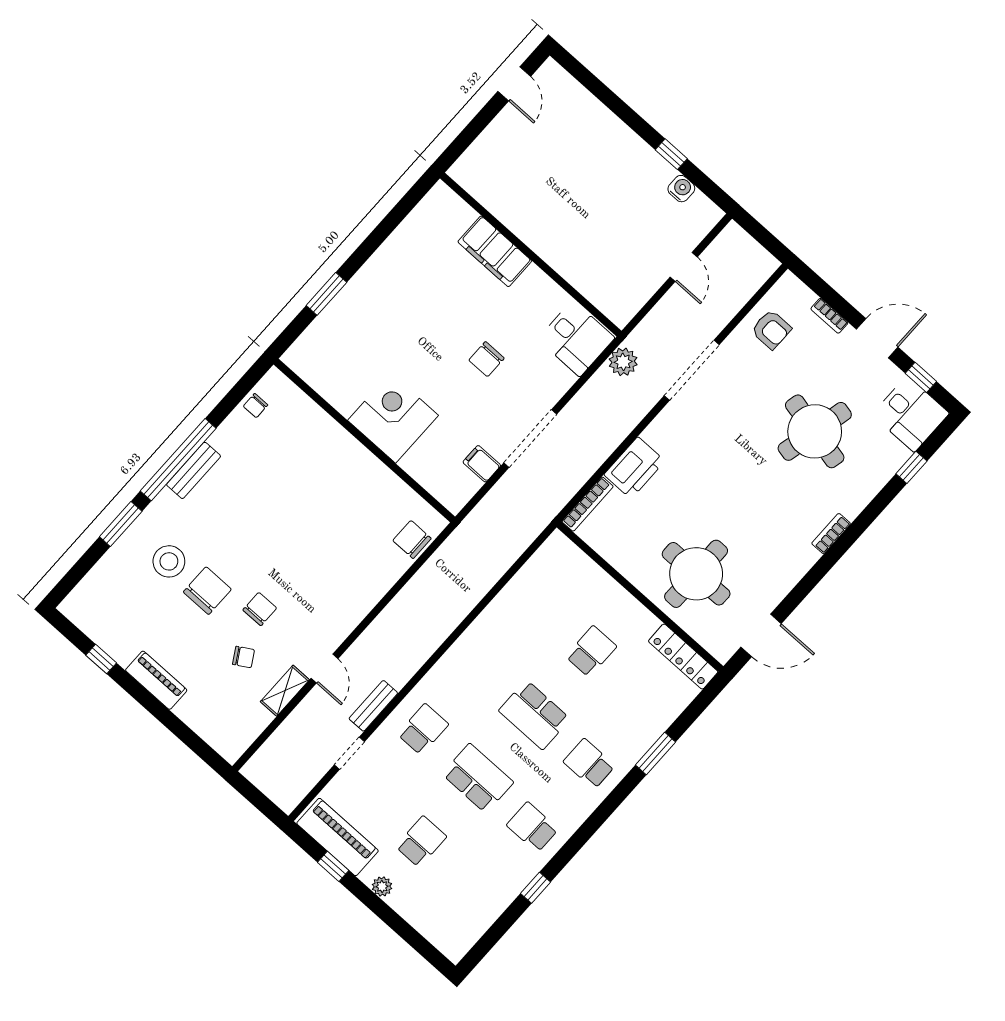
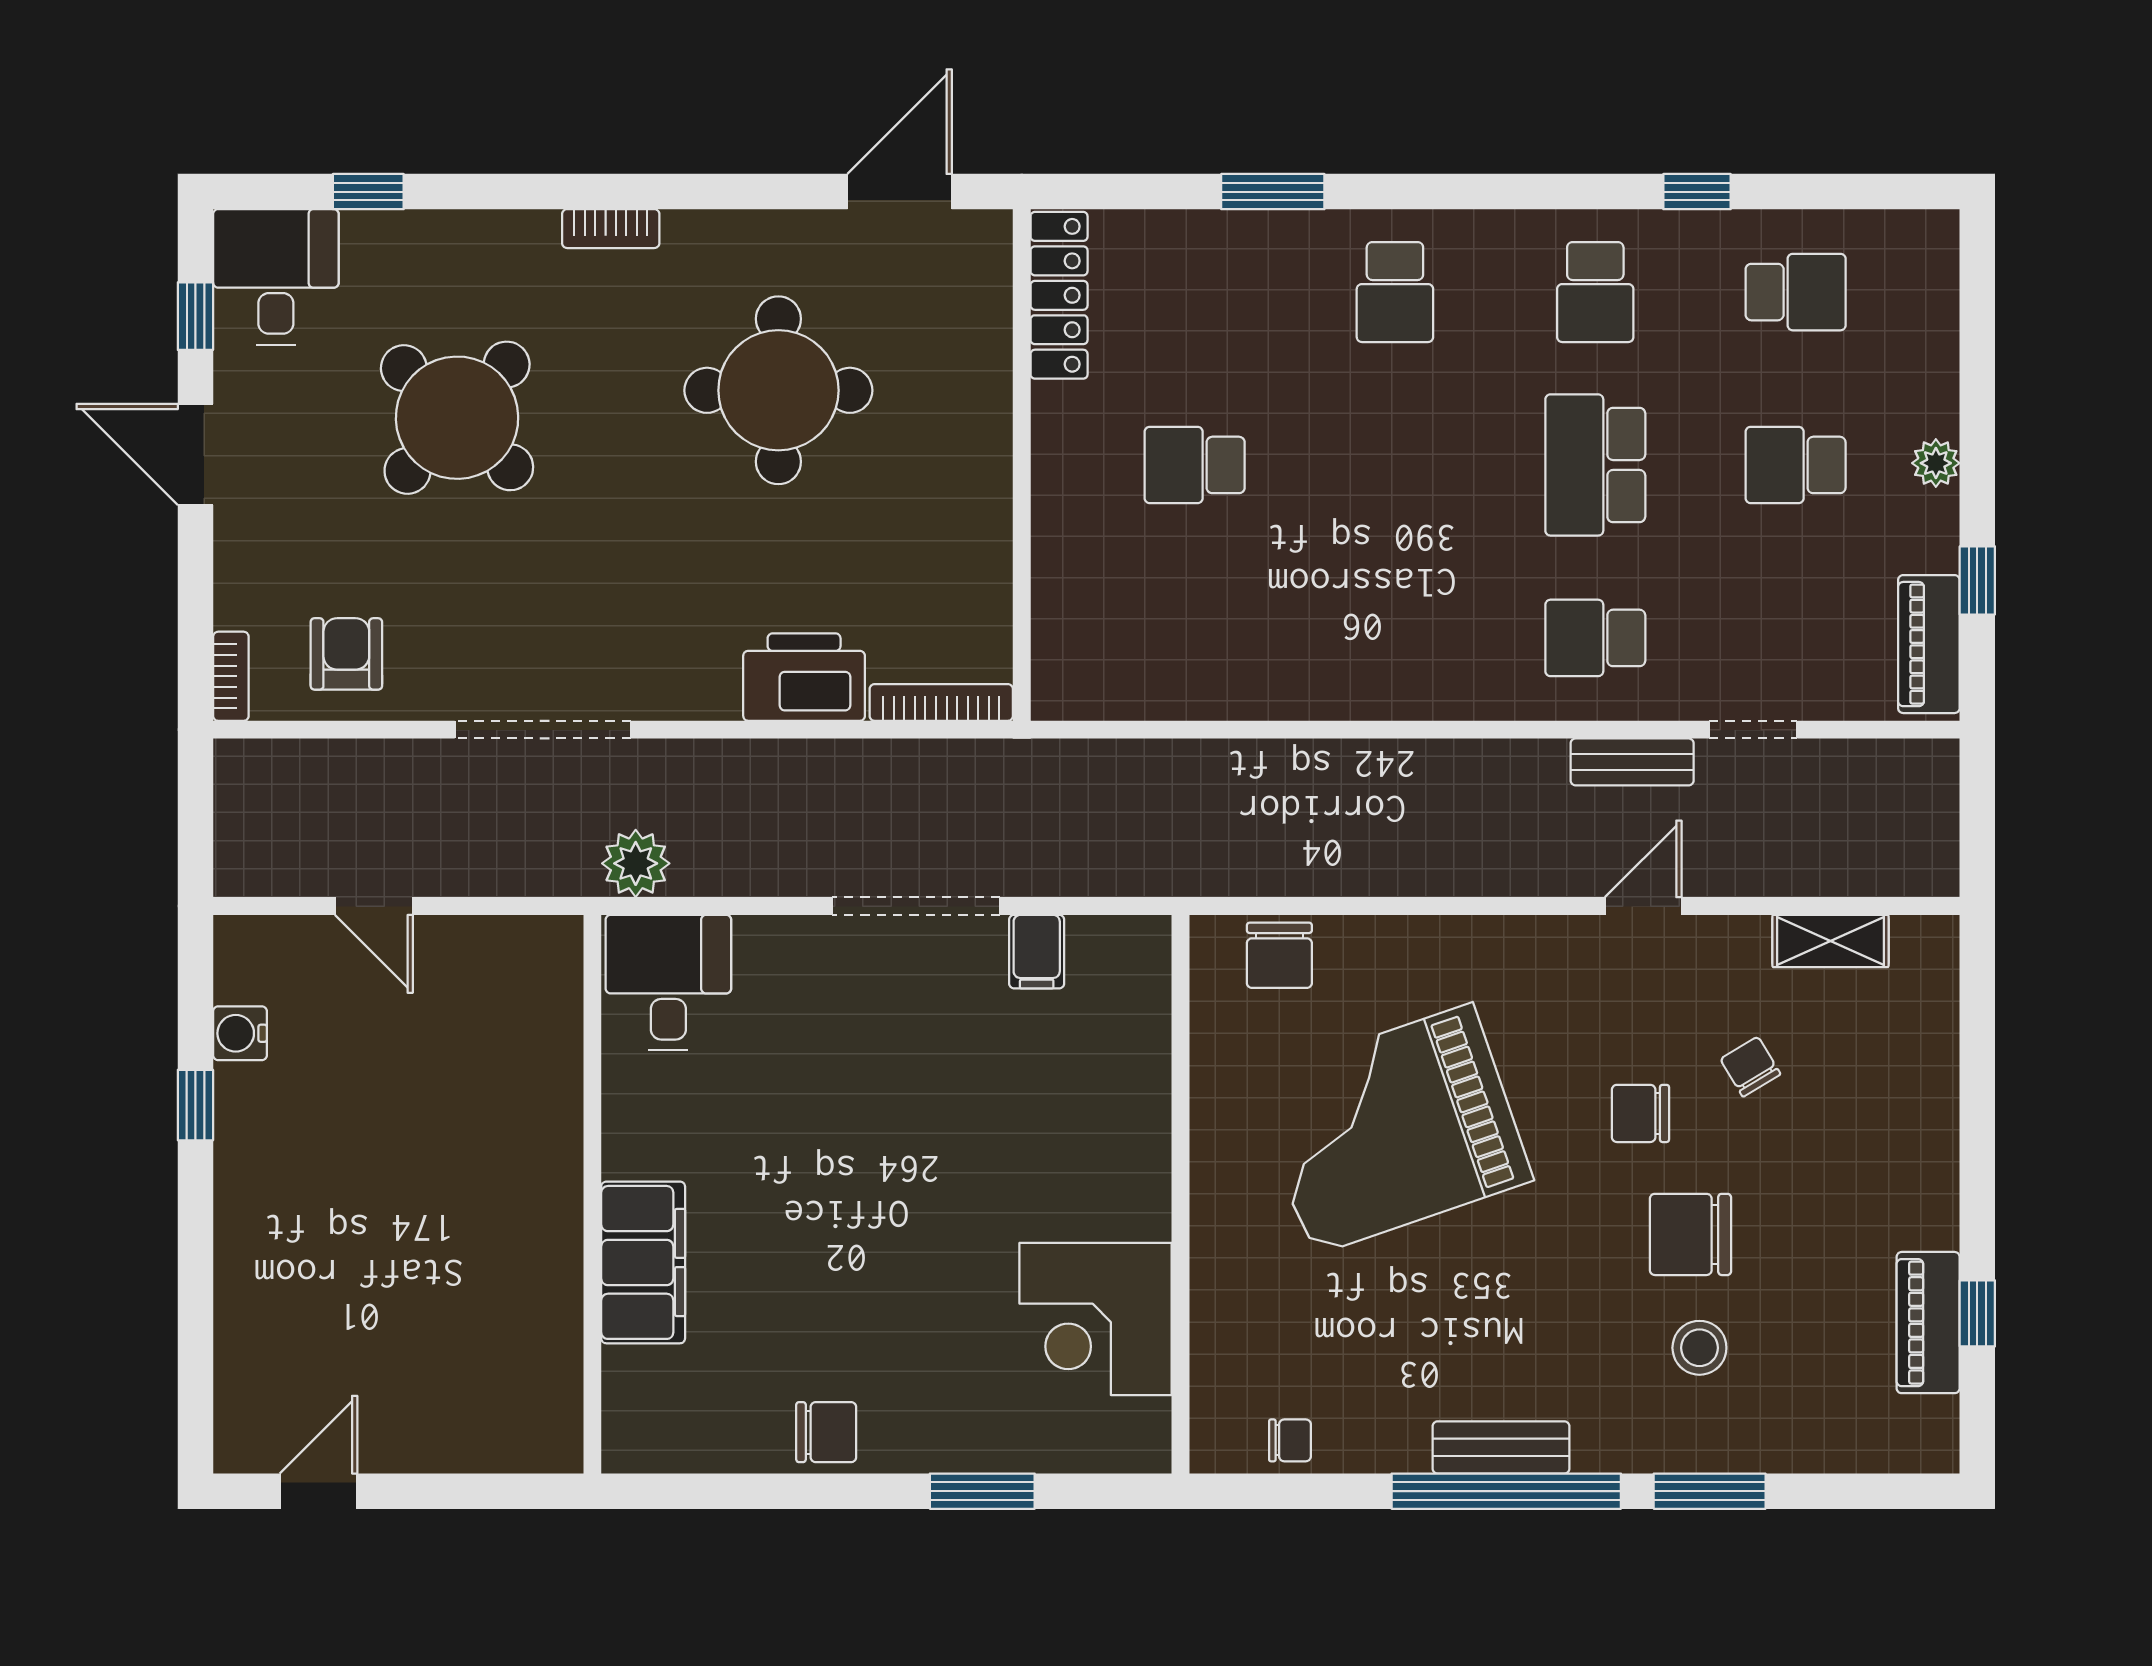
door: (684, 267) -> (374, 906), swing flipped
bookcase: (829, 316) -> (231, 676), moved
chair: (486, 359) -> (826, 1432), moved
corner desk: (393, 418) -> (1096, 1319), moved
round table: (815, 431) -> (457, 418), turned 30
grand piano: (325, 526) -> (1392, 1130), added
stool: (169, 561) -> (1699, 1348), width x0.73, depth x0.73
round table: (696, 574) -> (778, 390), moved
door: (761, 635) -> (900, 192), hinge flipped
piano: (156, 680) -> (1928, 1323), moved
shelving: (285, 691) -> (1830, 941), moved
school desk: (534, 715) -> (1796, 292), moved, width x0.54
piano: (338, 837) -> (1929, 644), width x0.73, depth x0.75

